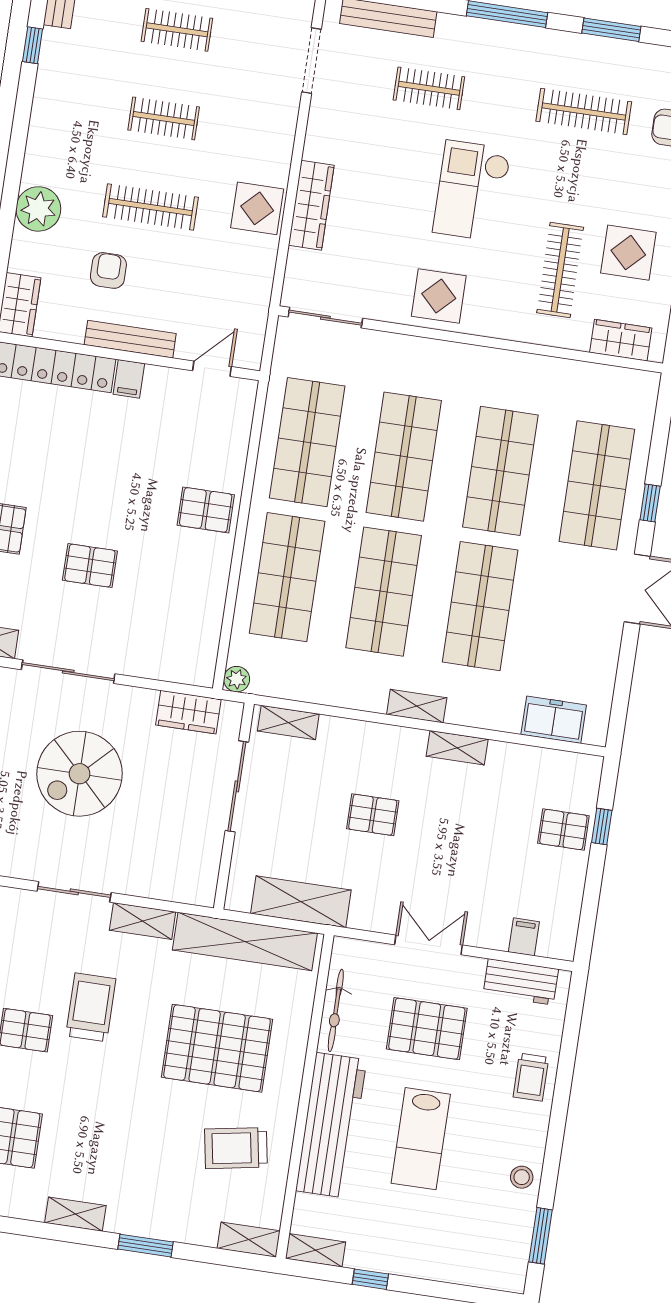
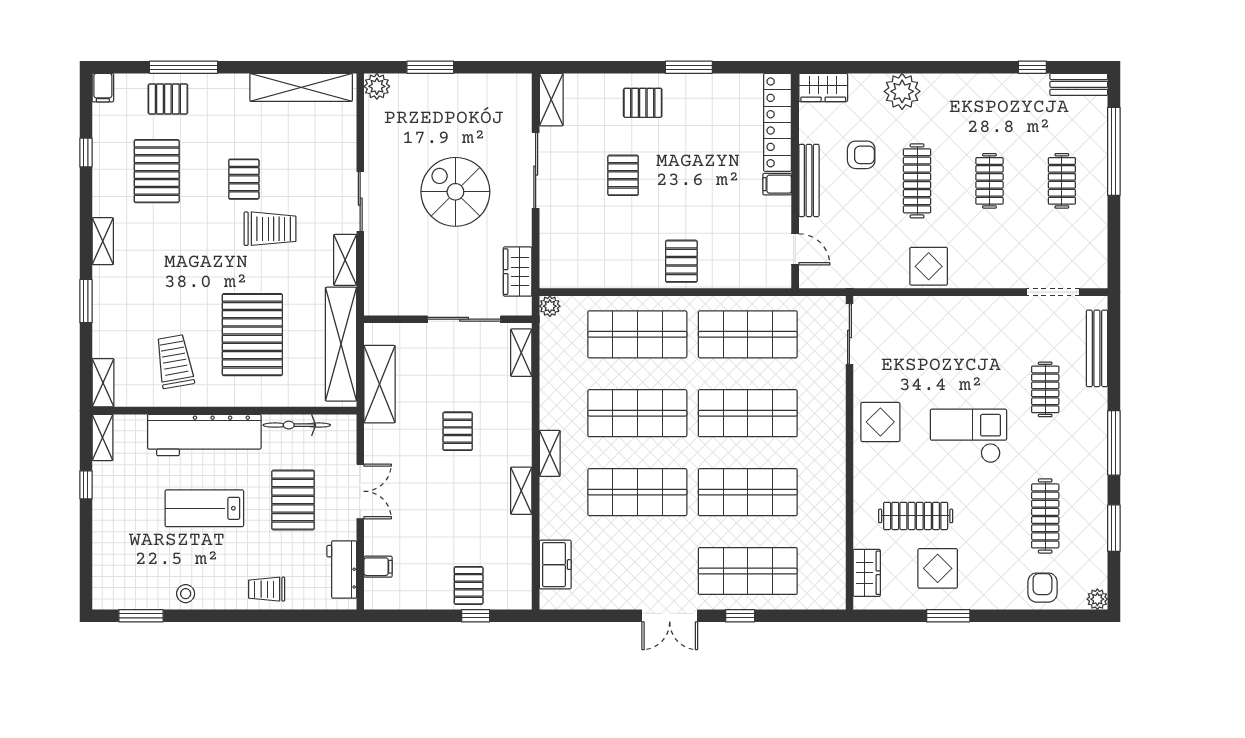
wardrobe: (311, 205) -> (938, 309), removed

